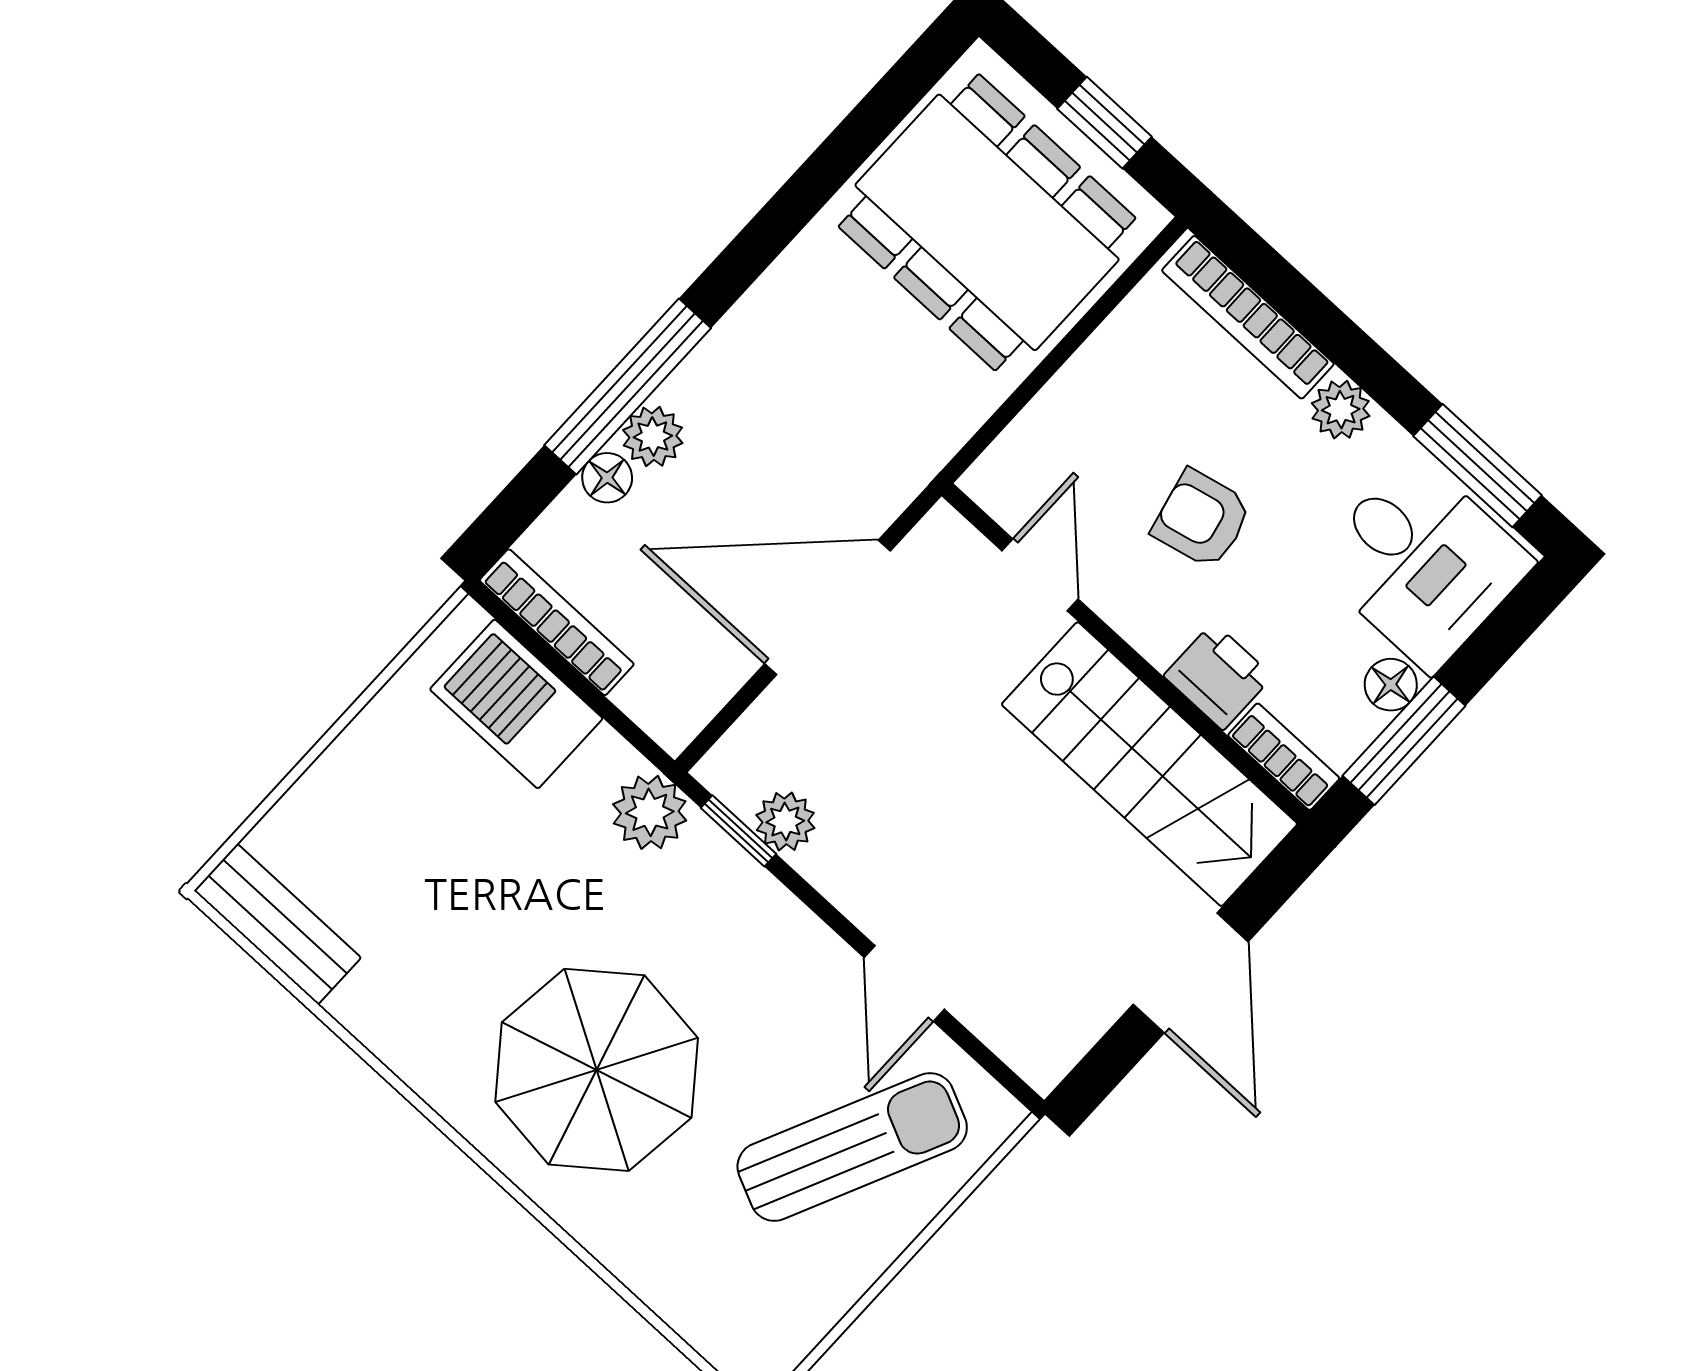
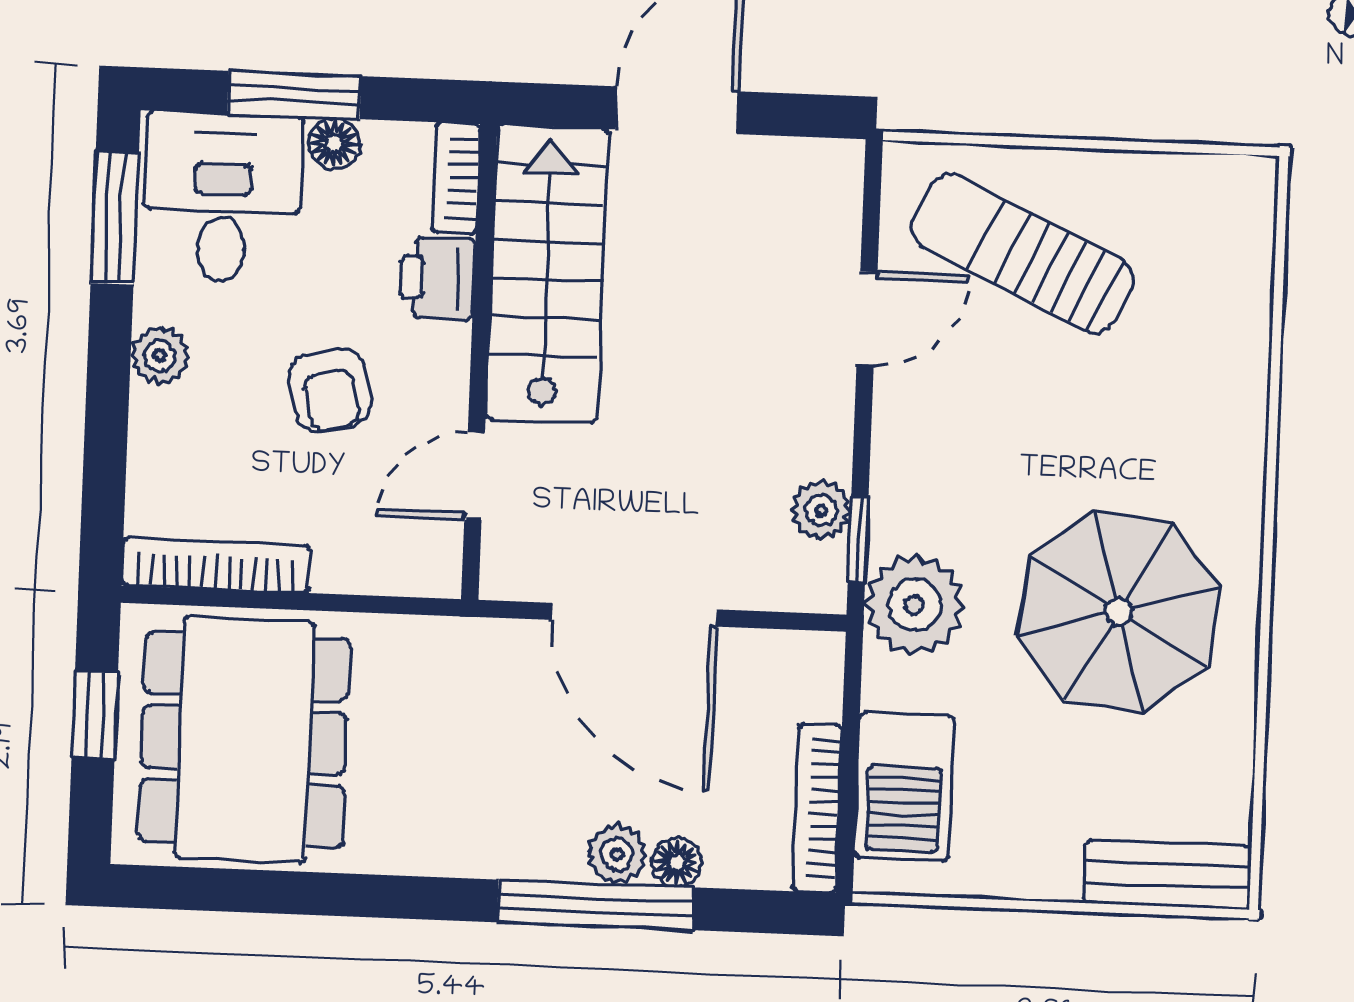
bookcase: (1248, 317) -> (216, 565), moved, turned -90
window: (1404, 741) -> (294, 95), moved
plant: (650, 812) -> (915, 605), width x1.36, depth x1.36
bench: (277, 924) -> (1168, 875), moved, turned 90
parasol: (597, 1070) -> (1118, 611), moved

